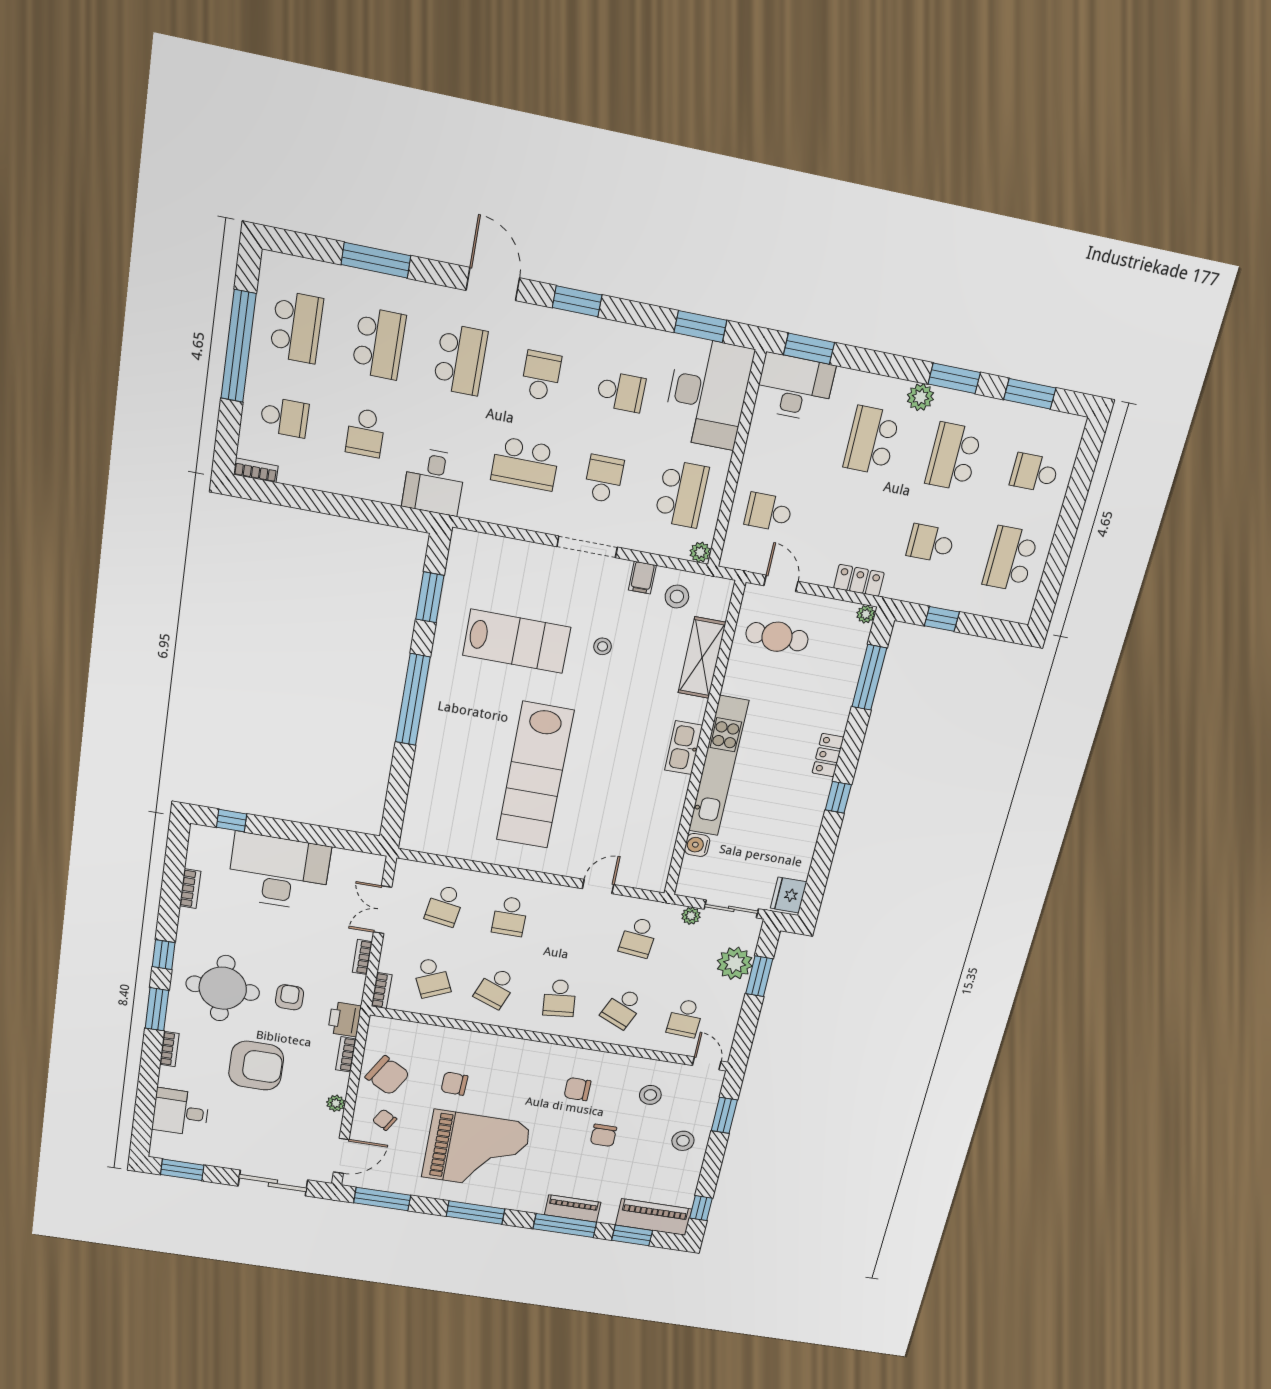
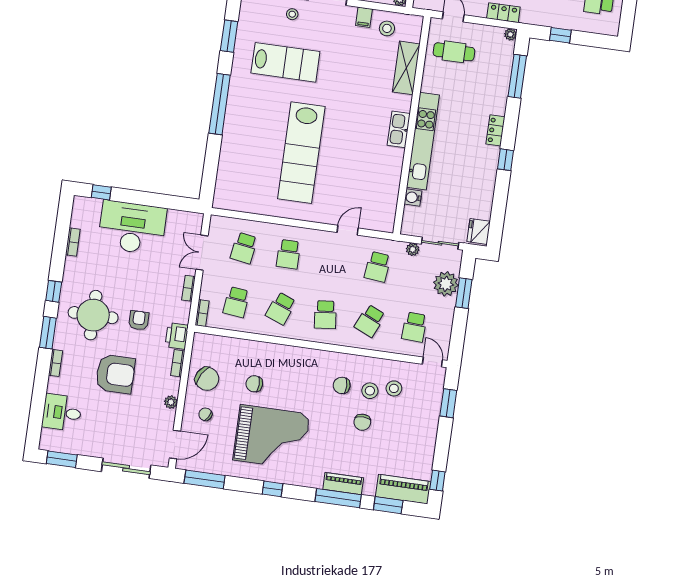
stool: (603, 646) -> (292, 14), moved
school desk: (432, 978) -> (236, 302), turned 30
stool: (683, 1141) -> (370, 391), moved
window: (476, 1213) -> (272, 489), width x0.46

